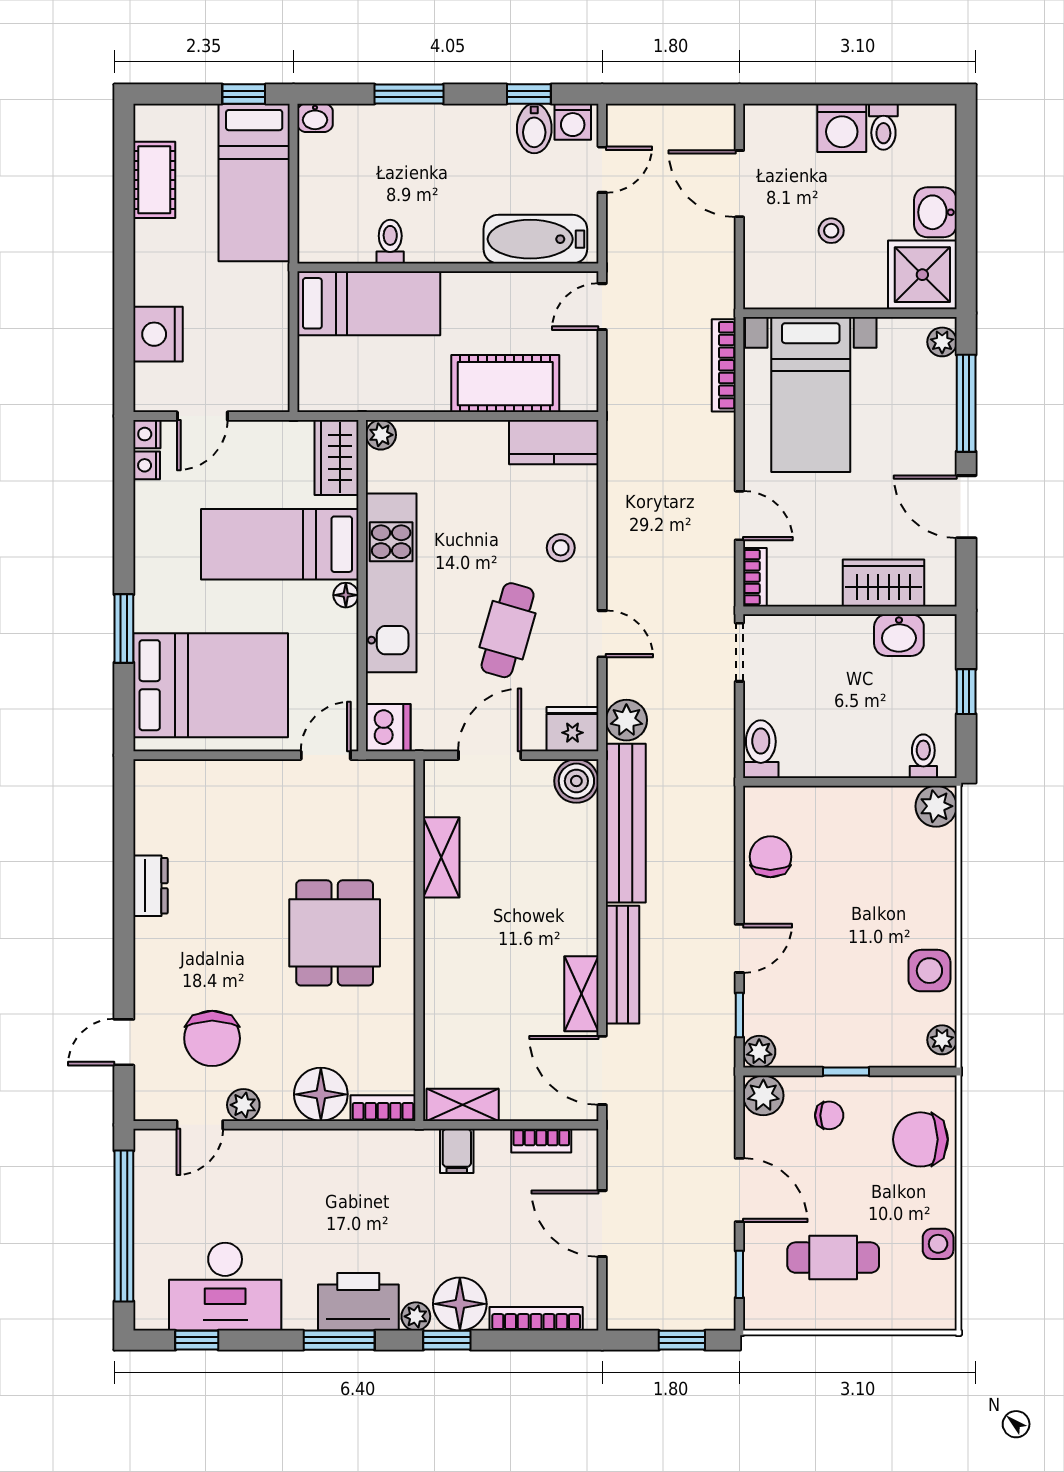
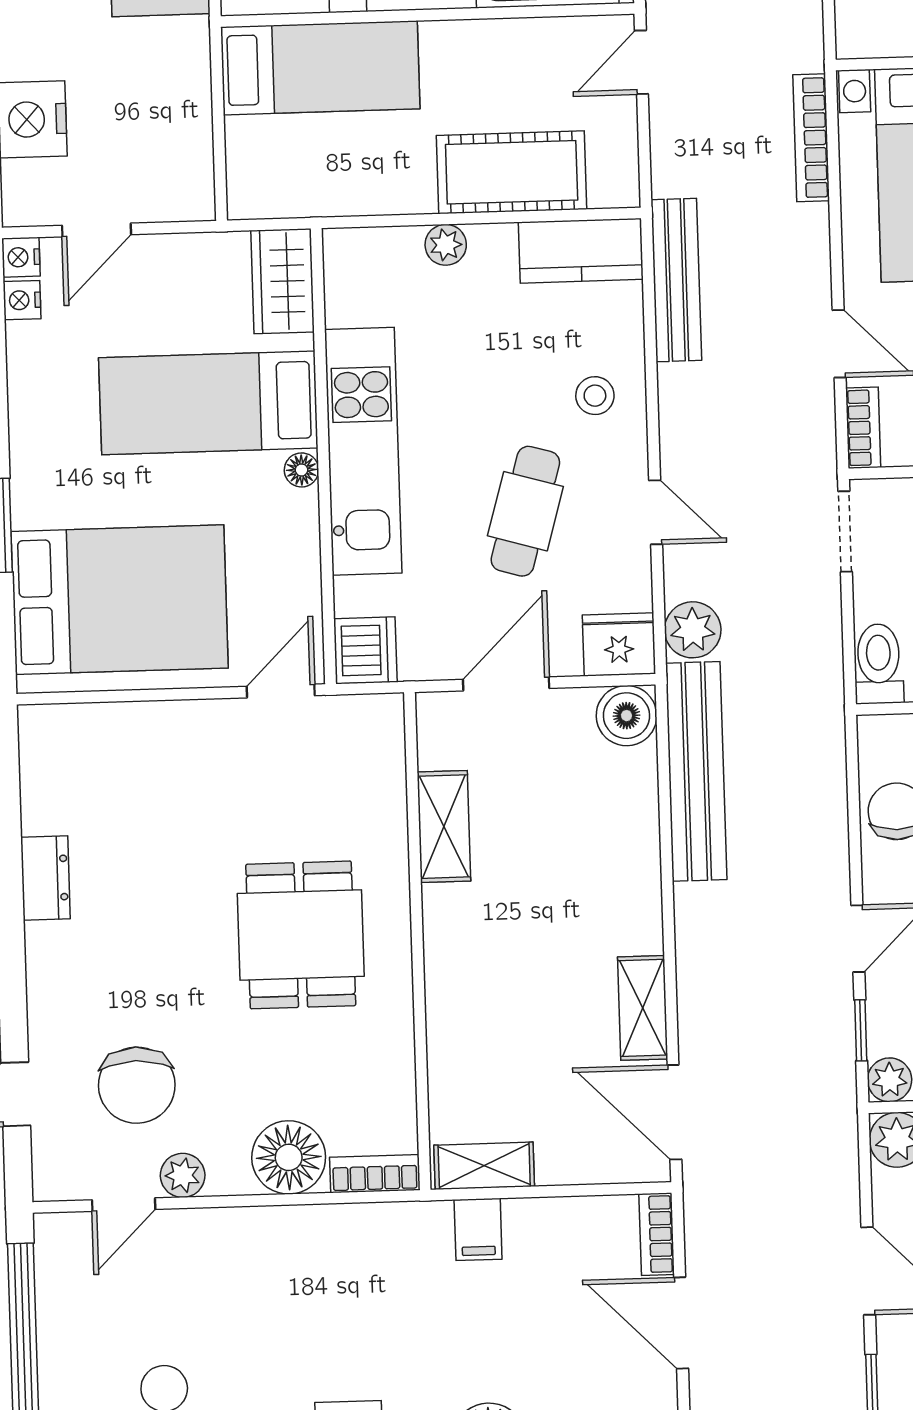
plant: (381, 435) -> (446, 245), moved
bench: (623, 965) -> (676, 280), moved
bookcase: (541, 1141) -> (657, 1234), moved, turned 90

